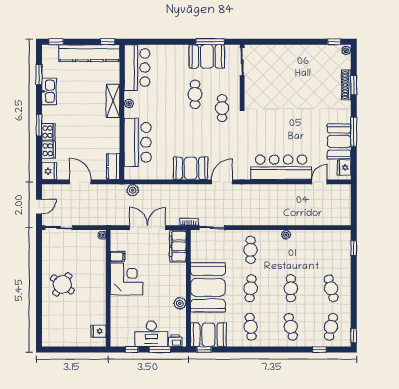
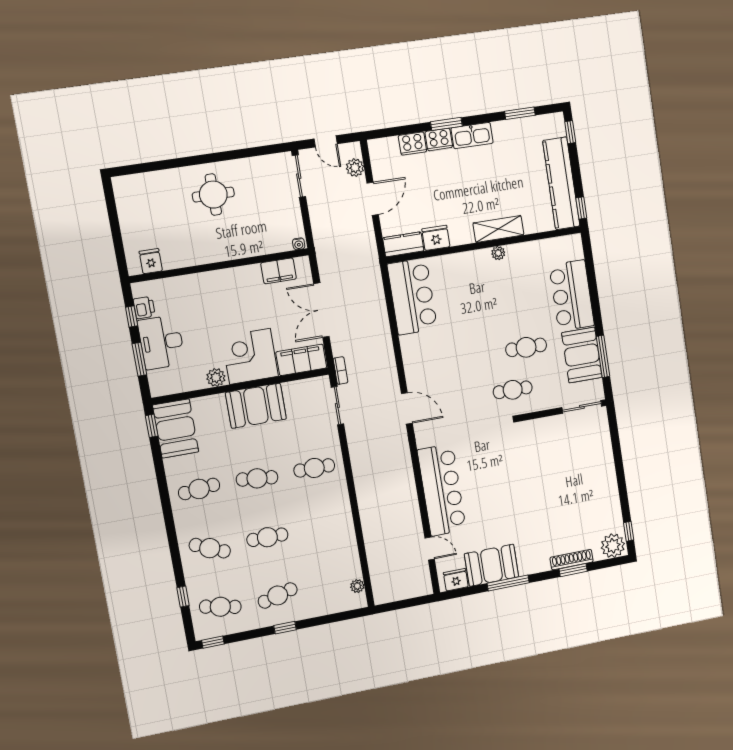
plant: (346, 50) -> (613, 546), width x1.88, depth x1.88
bar counter: (137, 68) -> (572, 295), moved, turned 90
kitchen sink: (49, 91) -> (472, 135), moved
bar counter: (138, 142) -> (412, 297), moved, turned -90
booth: (191, 168) -> (419, 359), removed
fridge: (49, 171) -> (436, 238), moved, turned 180
plant: (133, 190) -> (355, 168), moved
double door: (148, 228) -> (321, 310), swing flipped
plant: (286, 235) -> (357, 586), moved
window: (354, 248) -> (285, 628), moved
filing cabinet: (118, 256) -> (279, 271), width x2.00
corner desk: (127, 279) -> (250, 356), moved, turned 180
round table: (62, 284) -> (213, 195), turned -36
booth: (208, 287) -> (256, 406), width x0.73, depth x0.70
cafe table: (291, 327) -> (210, 548), turned 36
printer: (175, 341) -> (144, 308), moved

